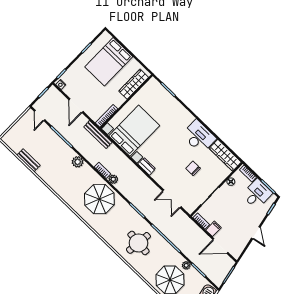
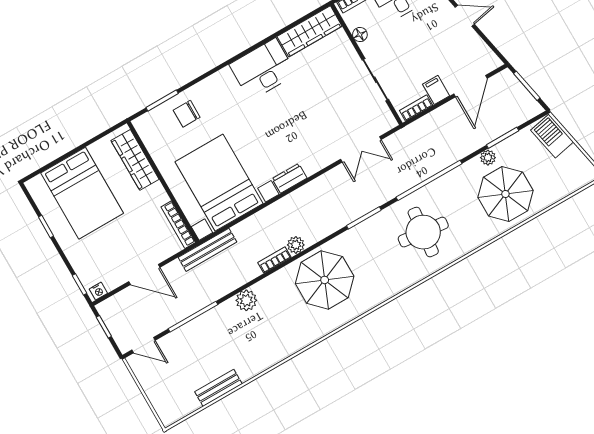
chair: (193, 168) -> (187, 114), moved

